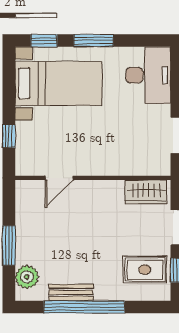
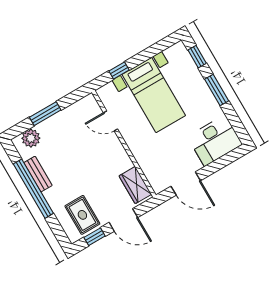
bed with nightstands: (58, 83) -> (154, 95), moved

